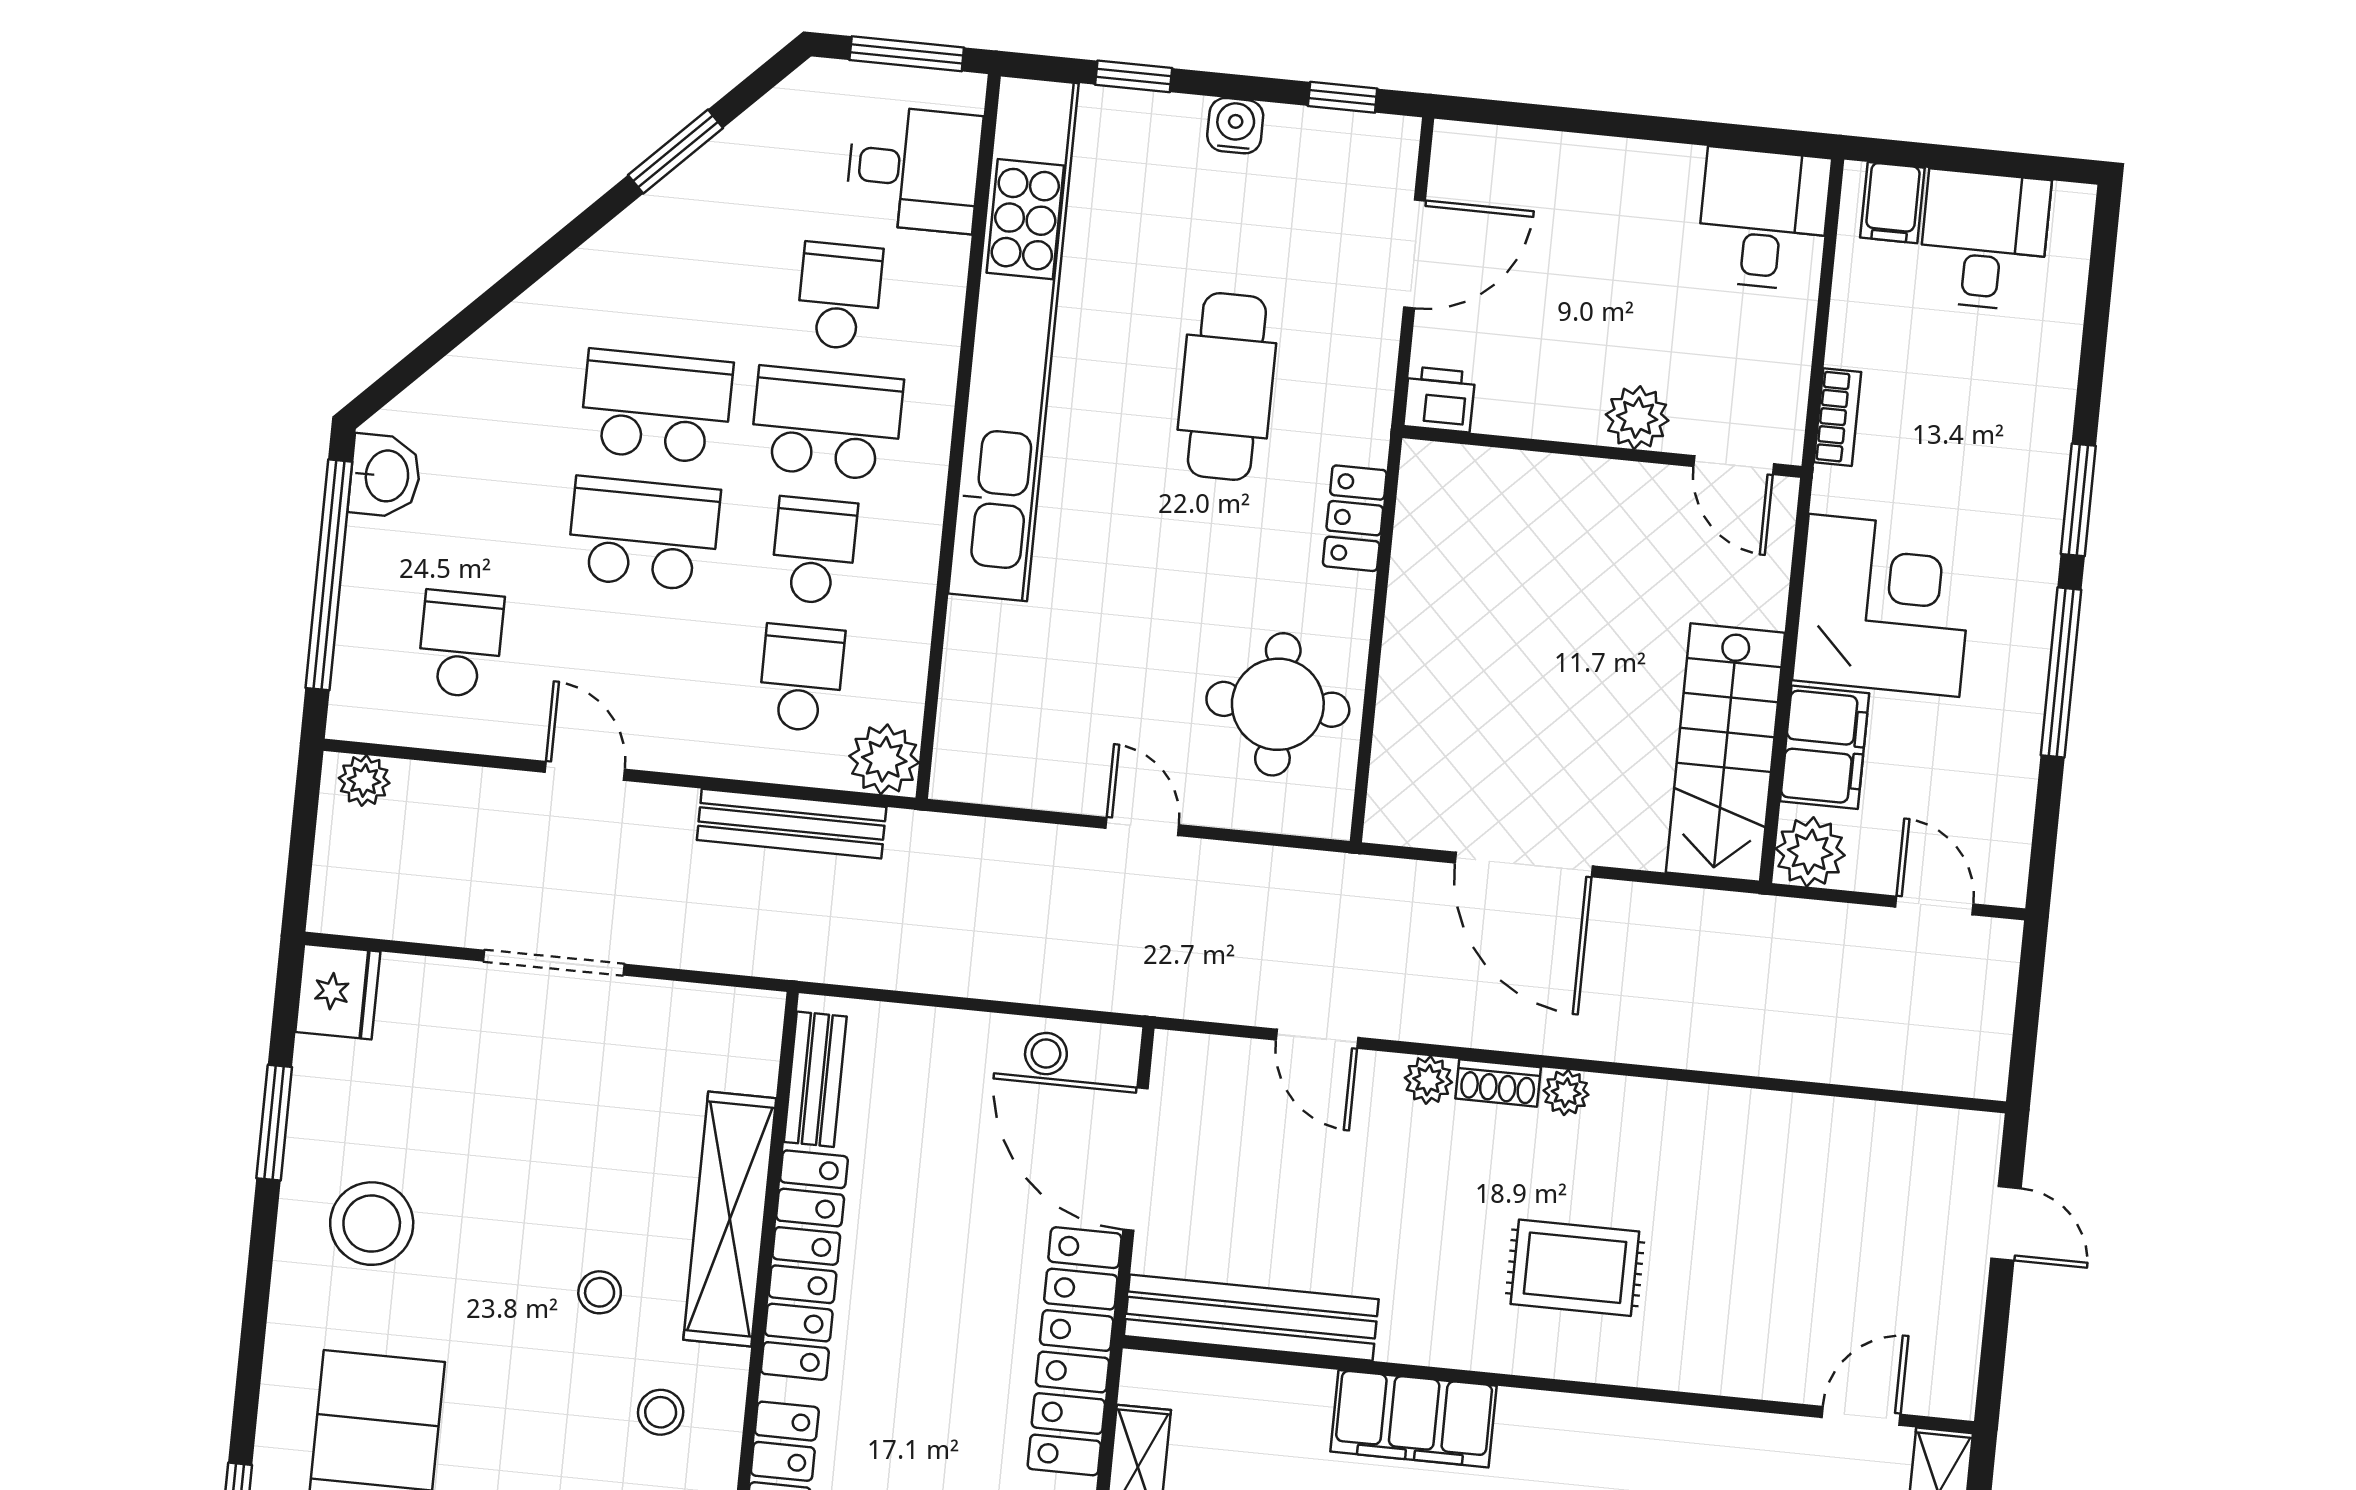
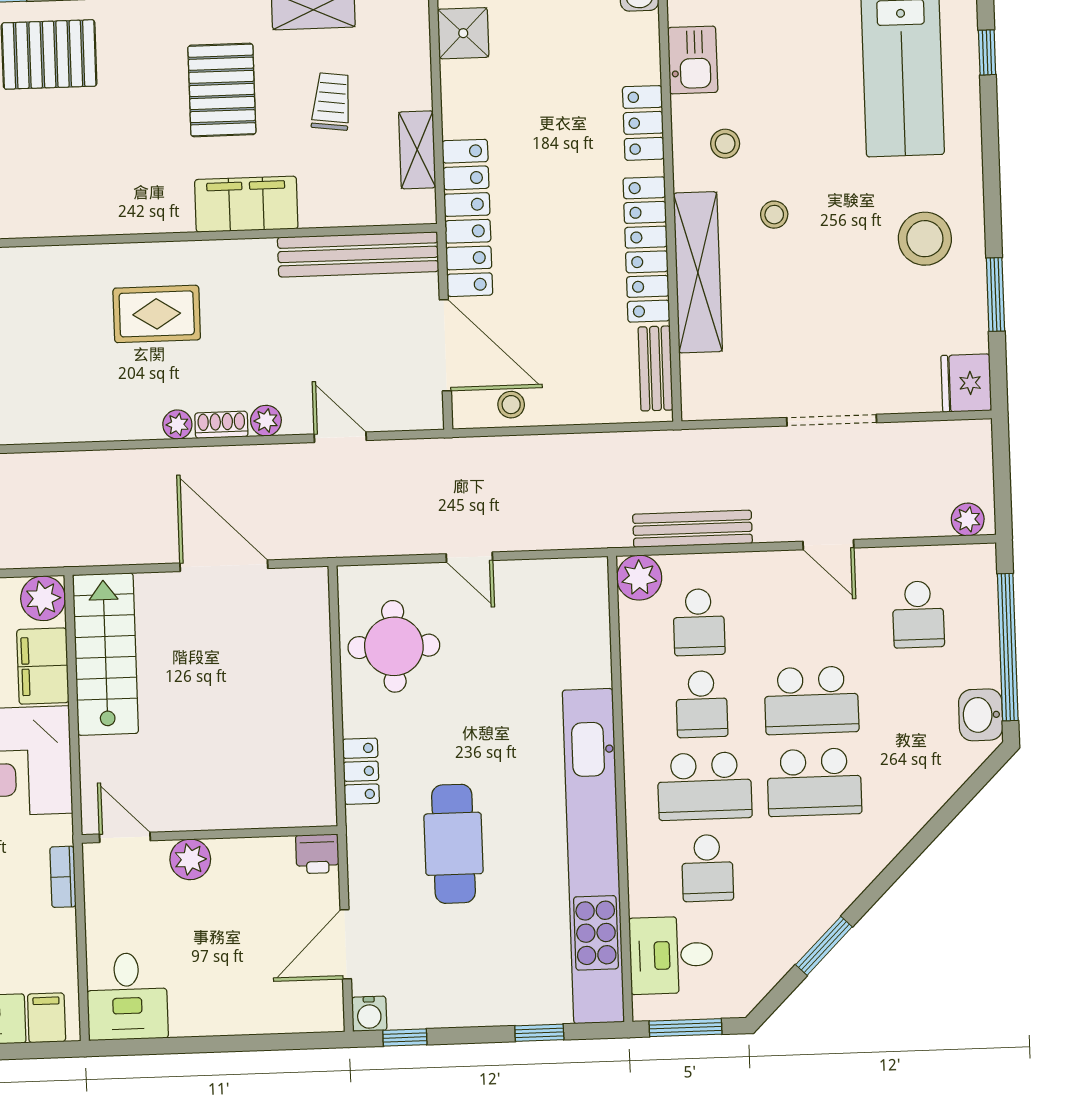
water cooler: (1235, 126) -> (369, 1014), moved

